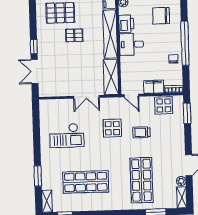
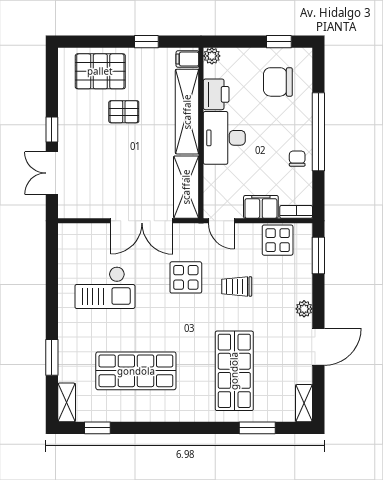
desk: (132, 44) -> (224, 138), width x1.37
double door: (86, 97) -> (142, 221), width x1.37
plant: (181, 181) -> (304, 309), moved

